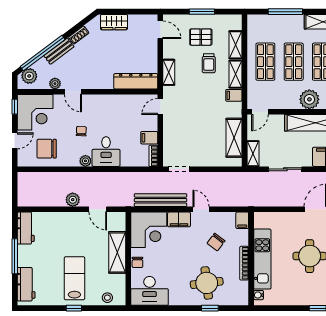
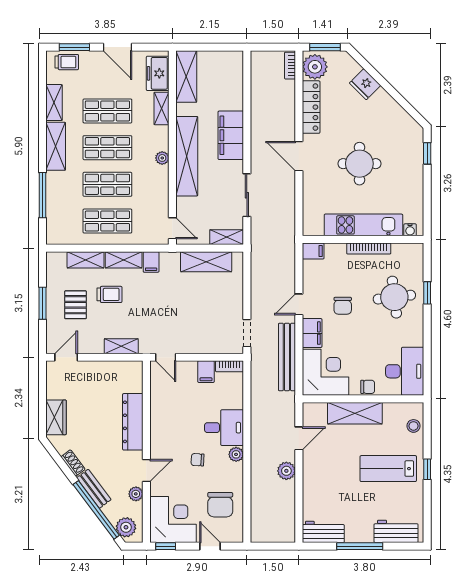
dresser: (136, 81) -> (133, 422), moved
plant: (309, 99) -> (162, 158), width x0.53, depth x0.53
chair: (216, 242) -> (343, 306), moved, turned 53

